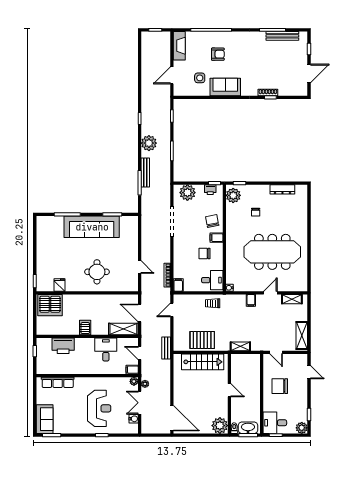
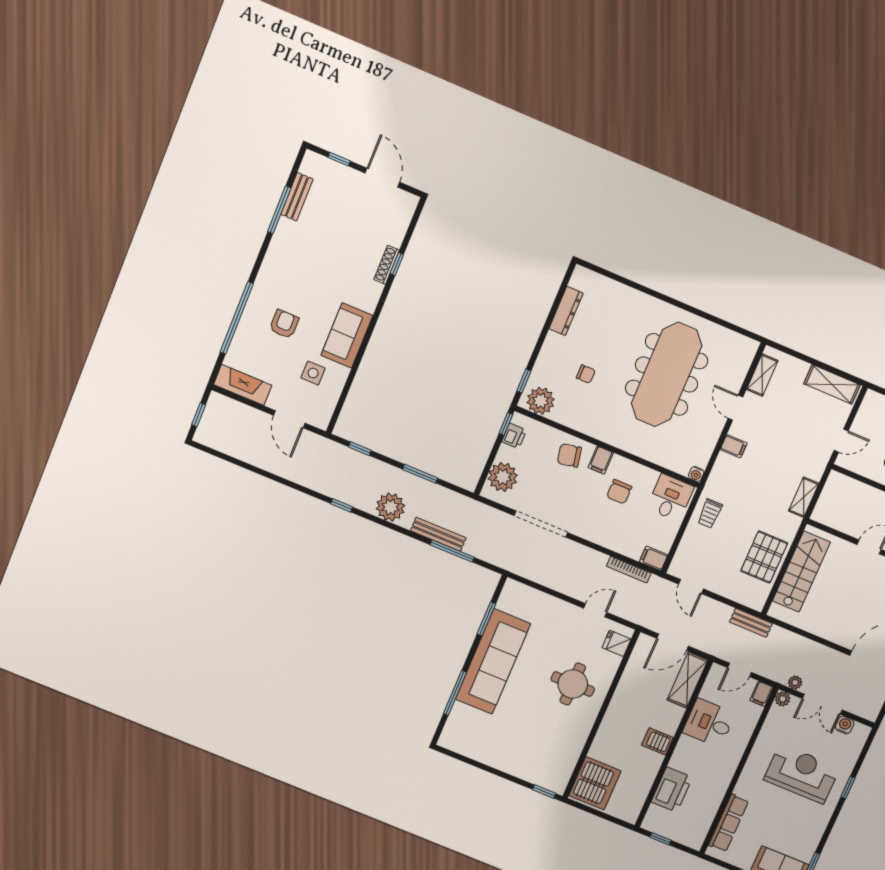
bench: (282, 36) -> (297, 197), width x0.73
fridge: (60, 285) -> (617, 643), moved

